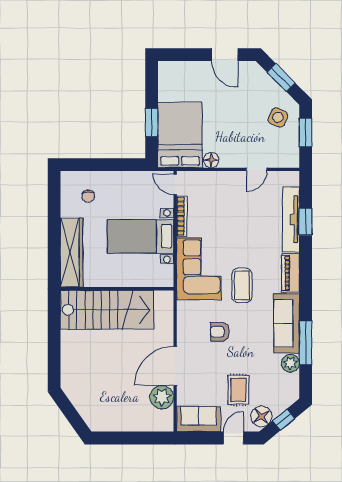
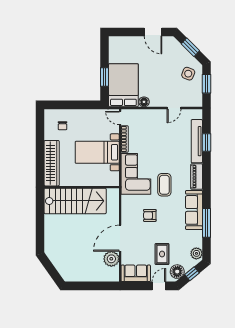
plant: (290, 363) -> (196, 253), moved

